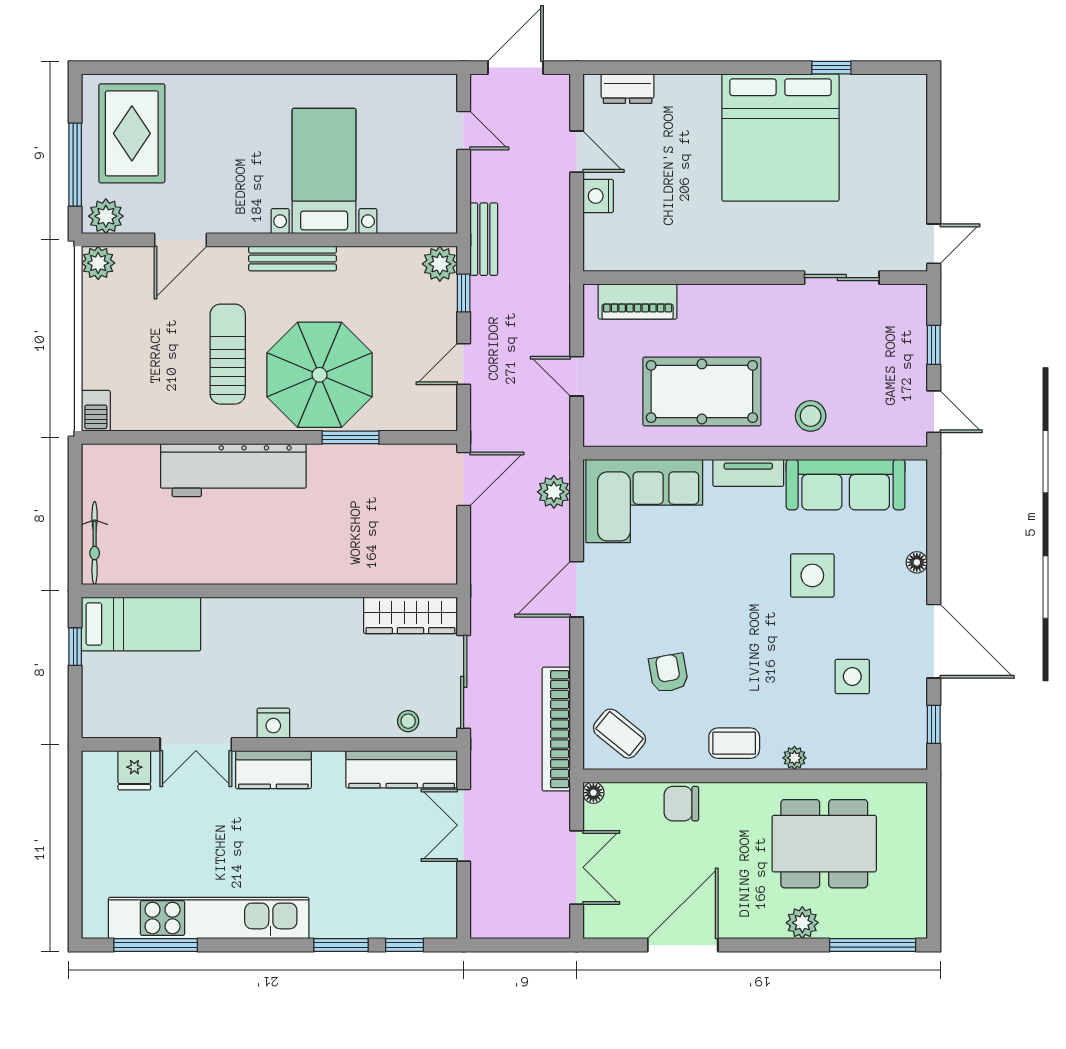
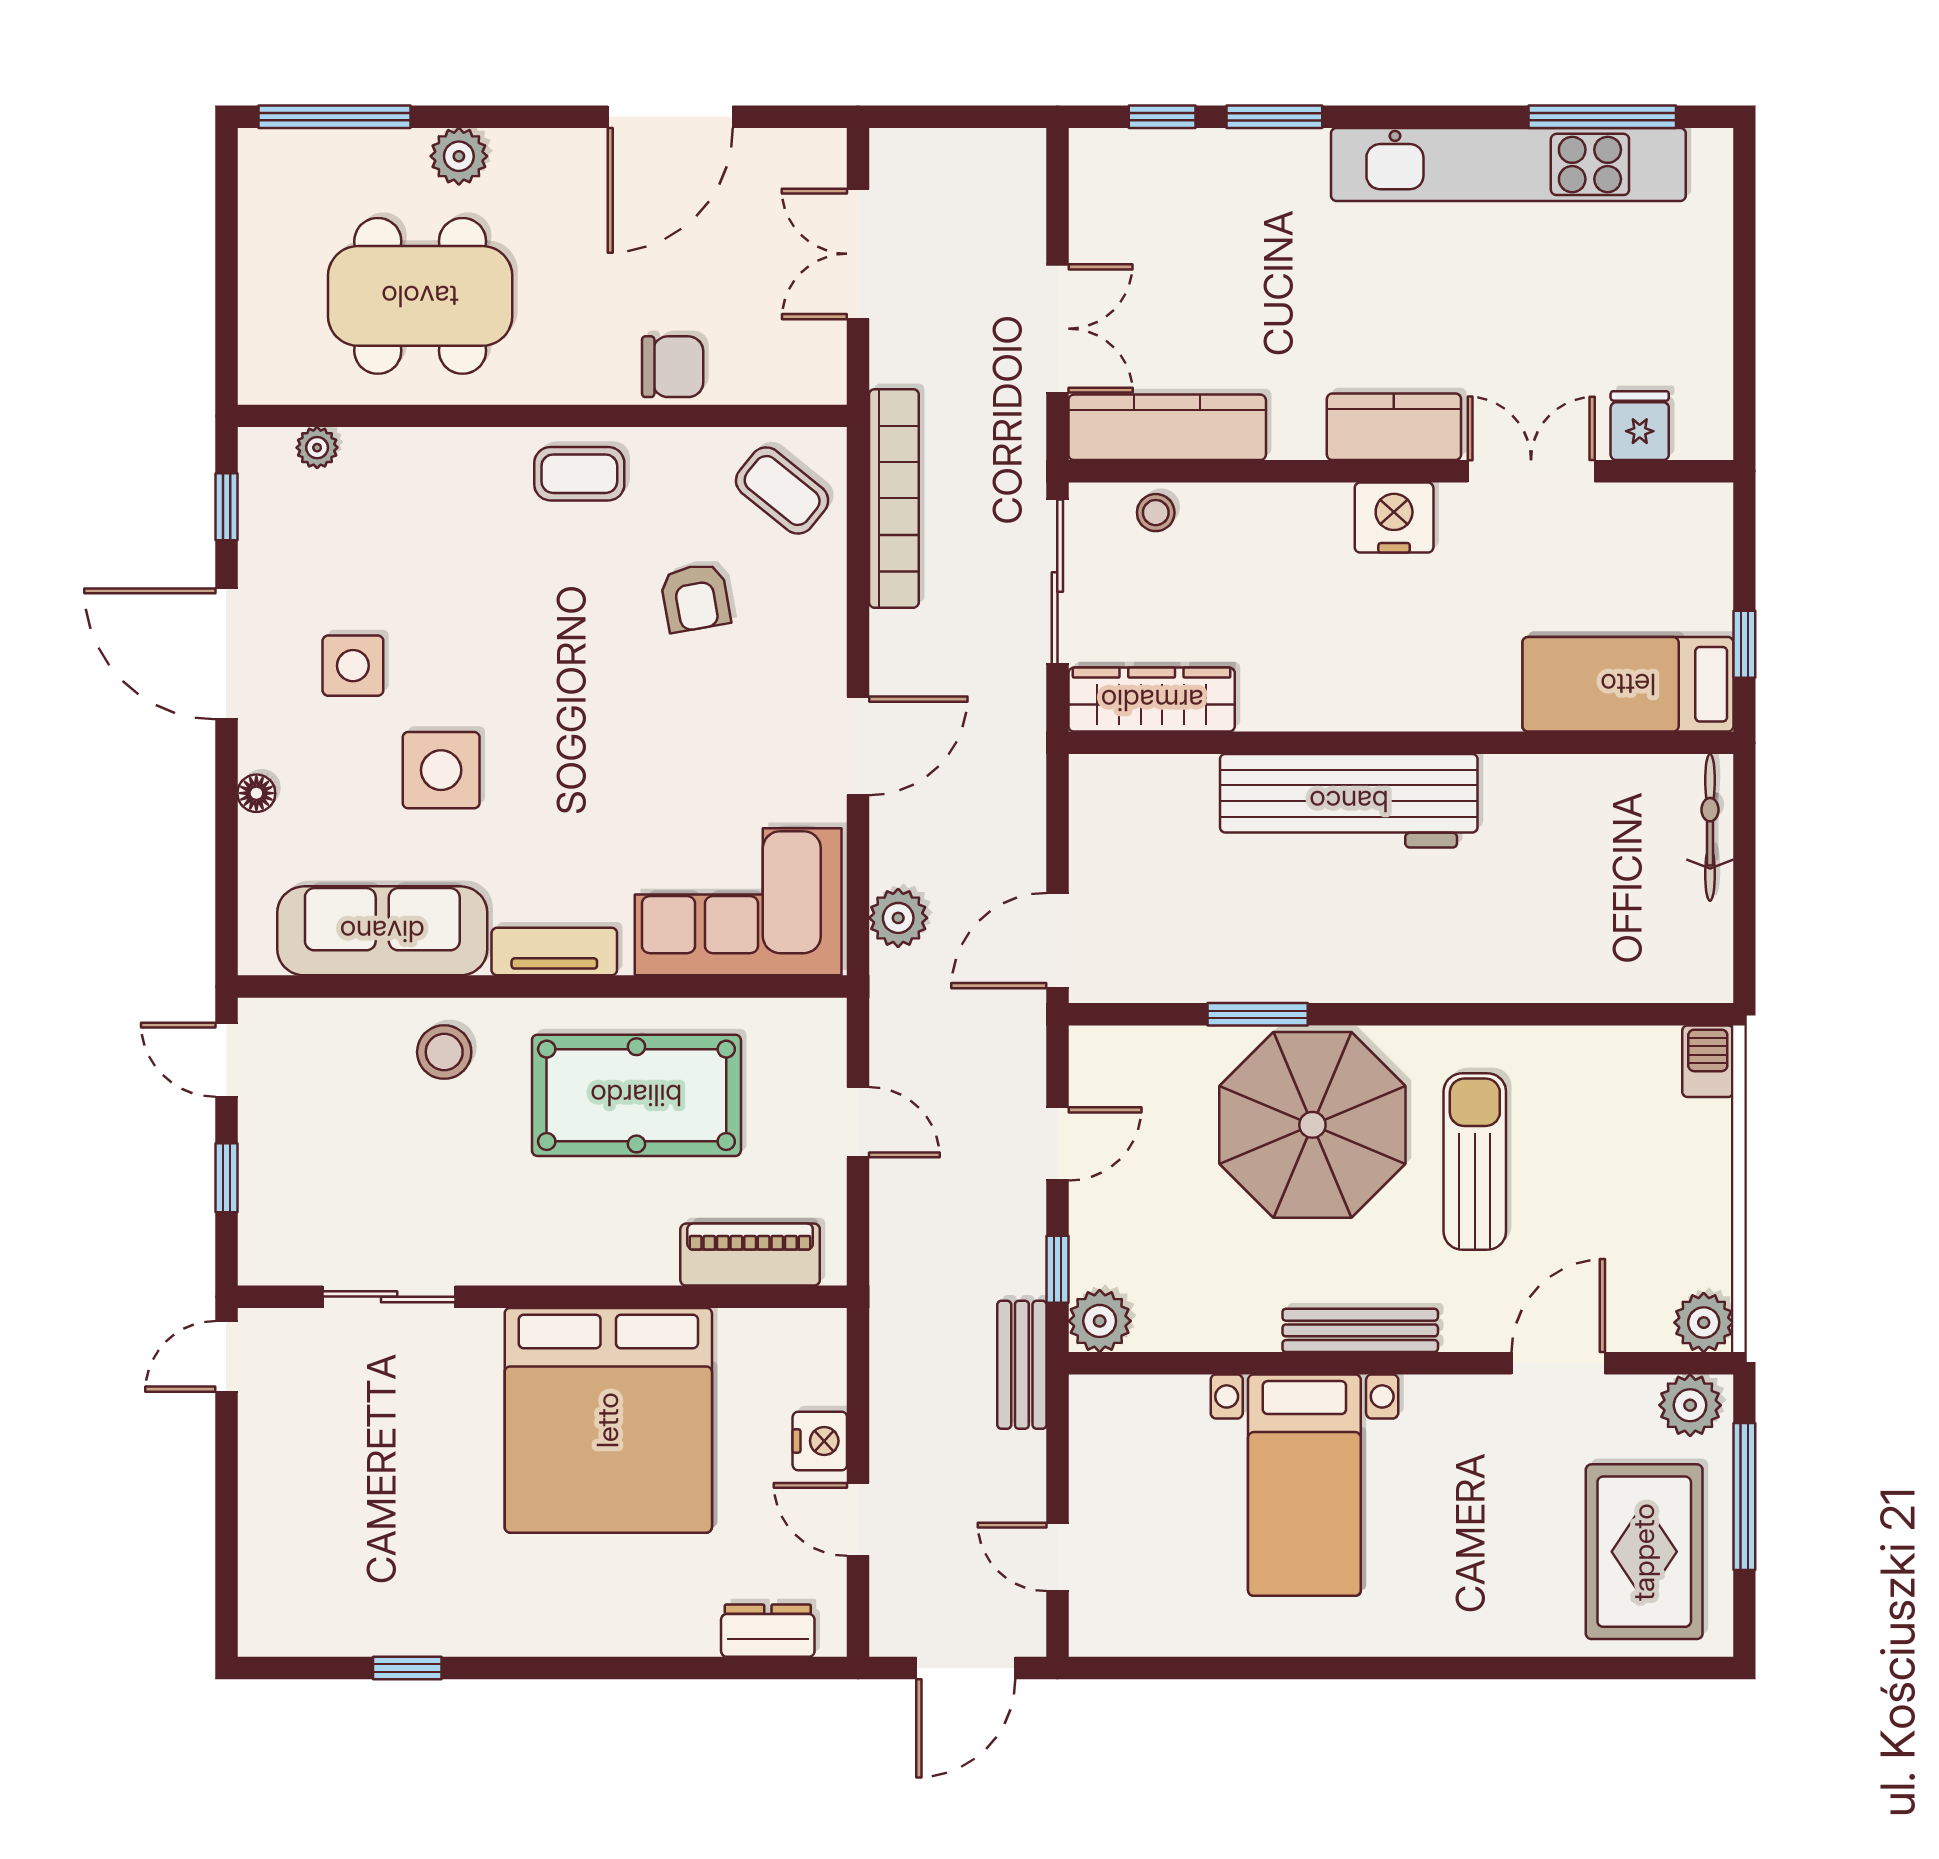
bed: (780, 137) -> (608, 1420), moved, turned 180
sun lounger: (228, 354) -> (1475, 1161), turned 180
workbench: (233, 470) -> (1349, 801), moved, turned 180
side table: (852, 677) -> (353, 666), moved
nightstand: (273, 723) -> (1394, 518), width x1.36, depth x1.33
plant: (794, 758) -> (317, 448), moved
floor lamp: (593, 793) -> (828, 386), removed

